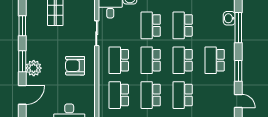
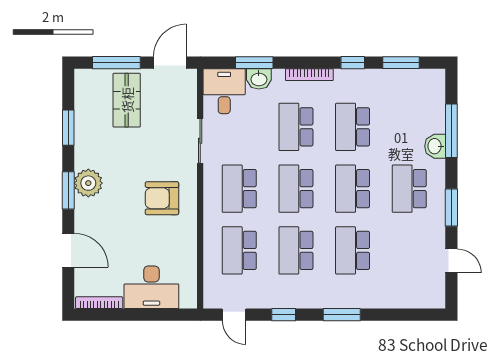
washbasin: (229, 18) -> (435, 146), moved
plant: (34, 68) -> (88, 183), moved
door: (22, 95) -> (68, 250), hinge flipped

